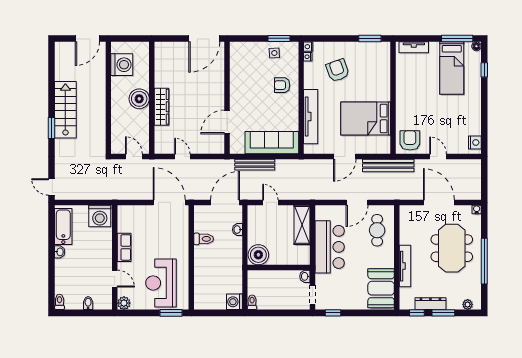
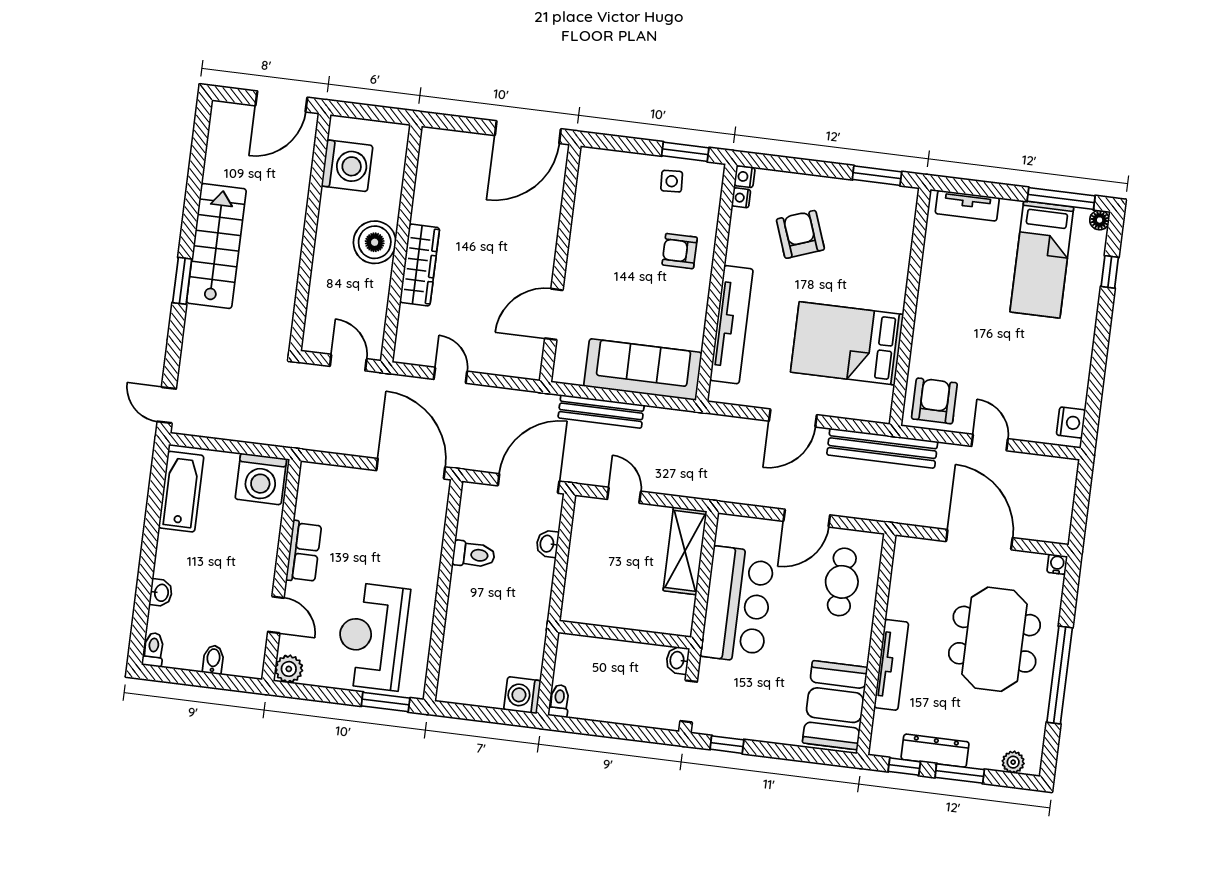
washbasin: (60, 252) -> (161, 593), moved
boiler: (258, 255) -> (585, 602), removed

